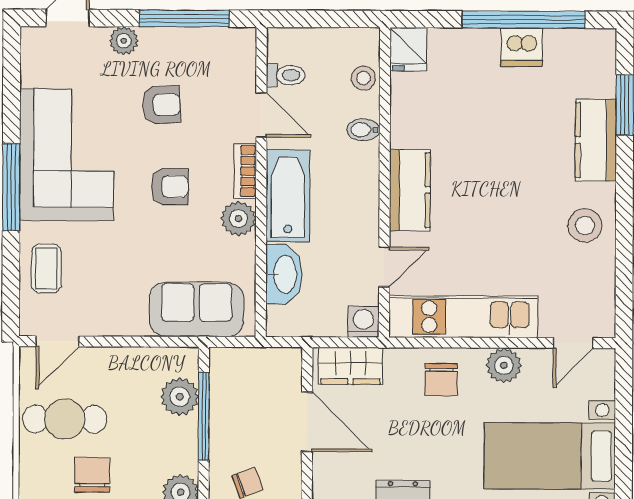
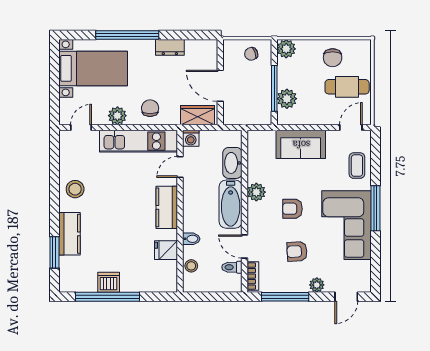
fridge: (408, 49) -> (166, 250), moved, turned -90
bookcase: (245, 171) -> (253, 276), moved
sofa: (197, 309) -> (301, 144), moved

